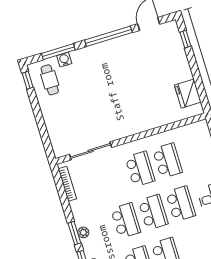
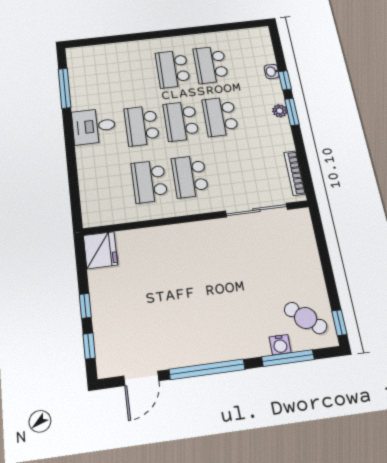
window: (193, 65) -> (85, 306), added
cafe table: (50, 80) -> (306, 318), turned -49
fridge: (188, 94) -> (100, 250), moved

